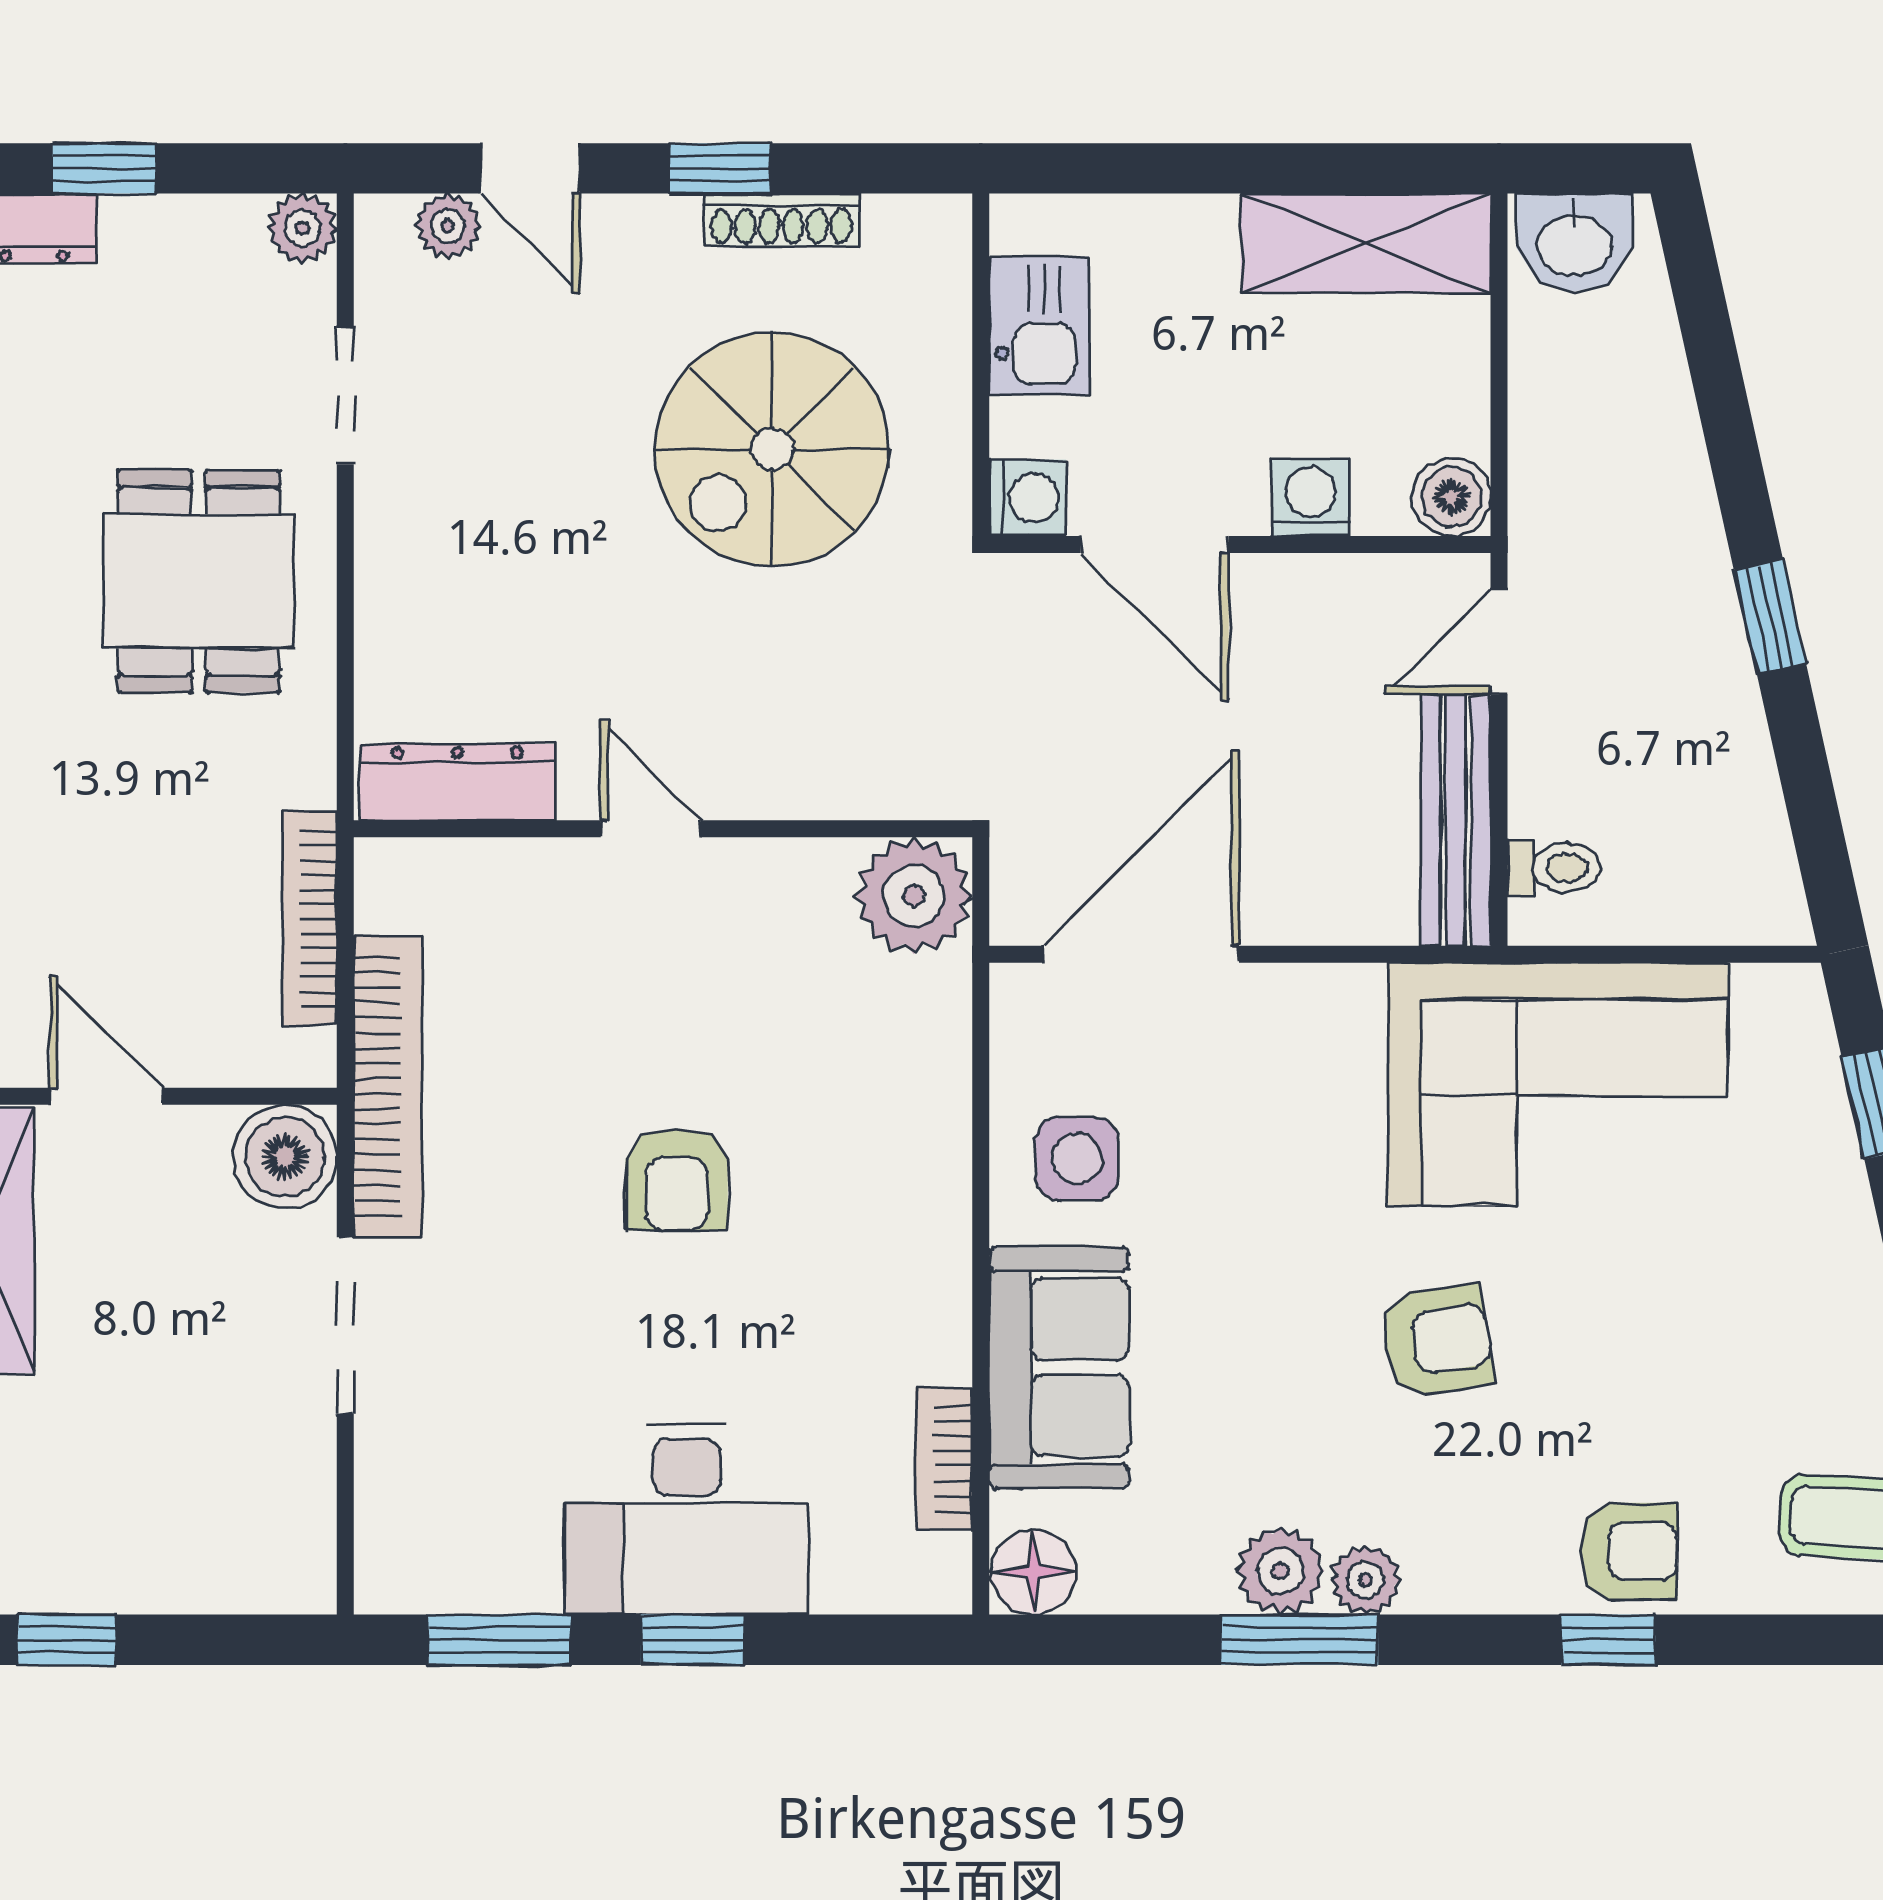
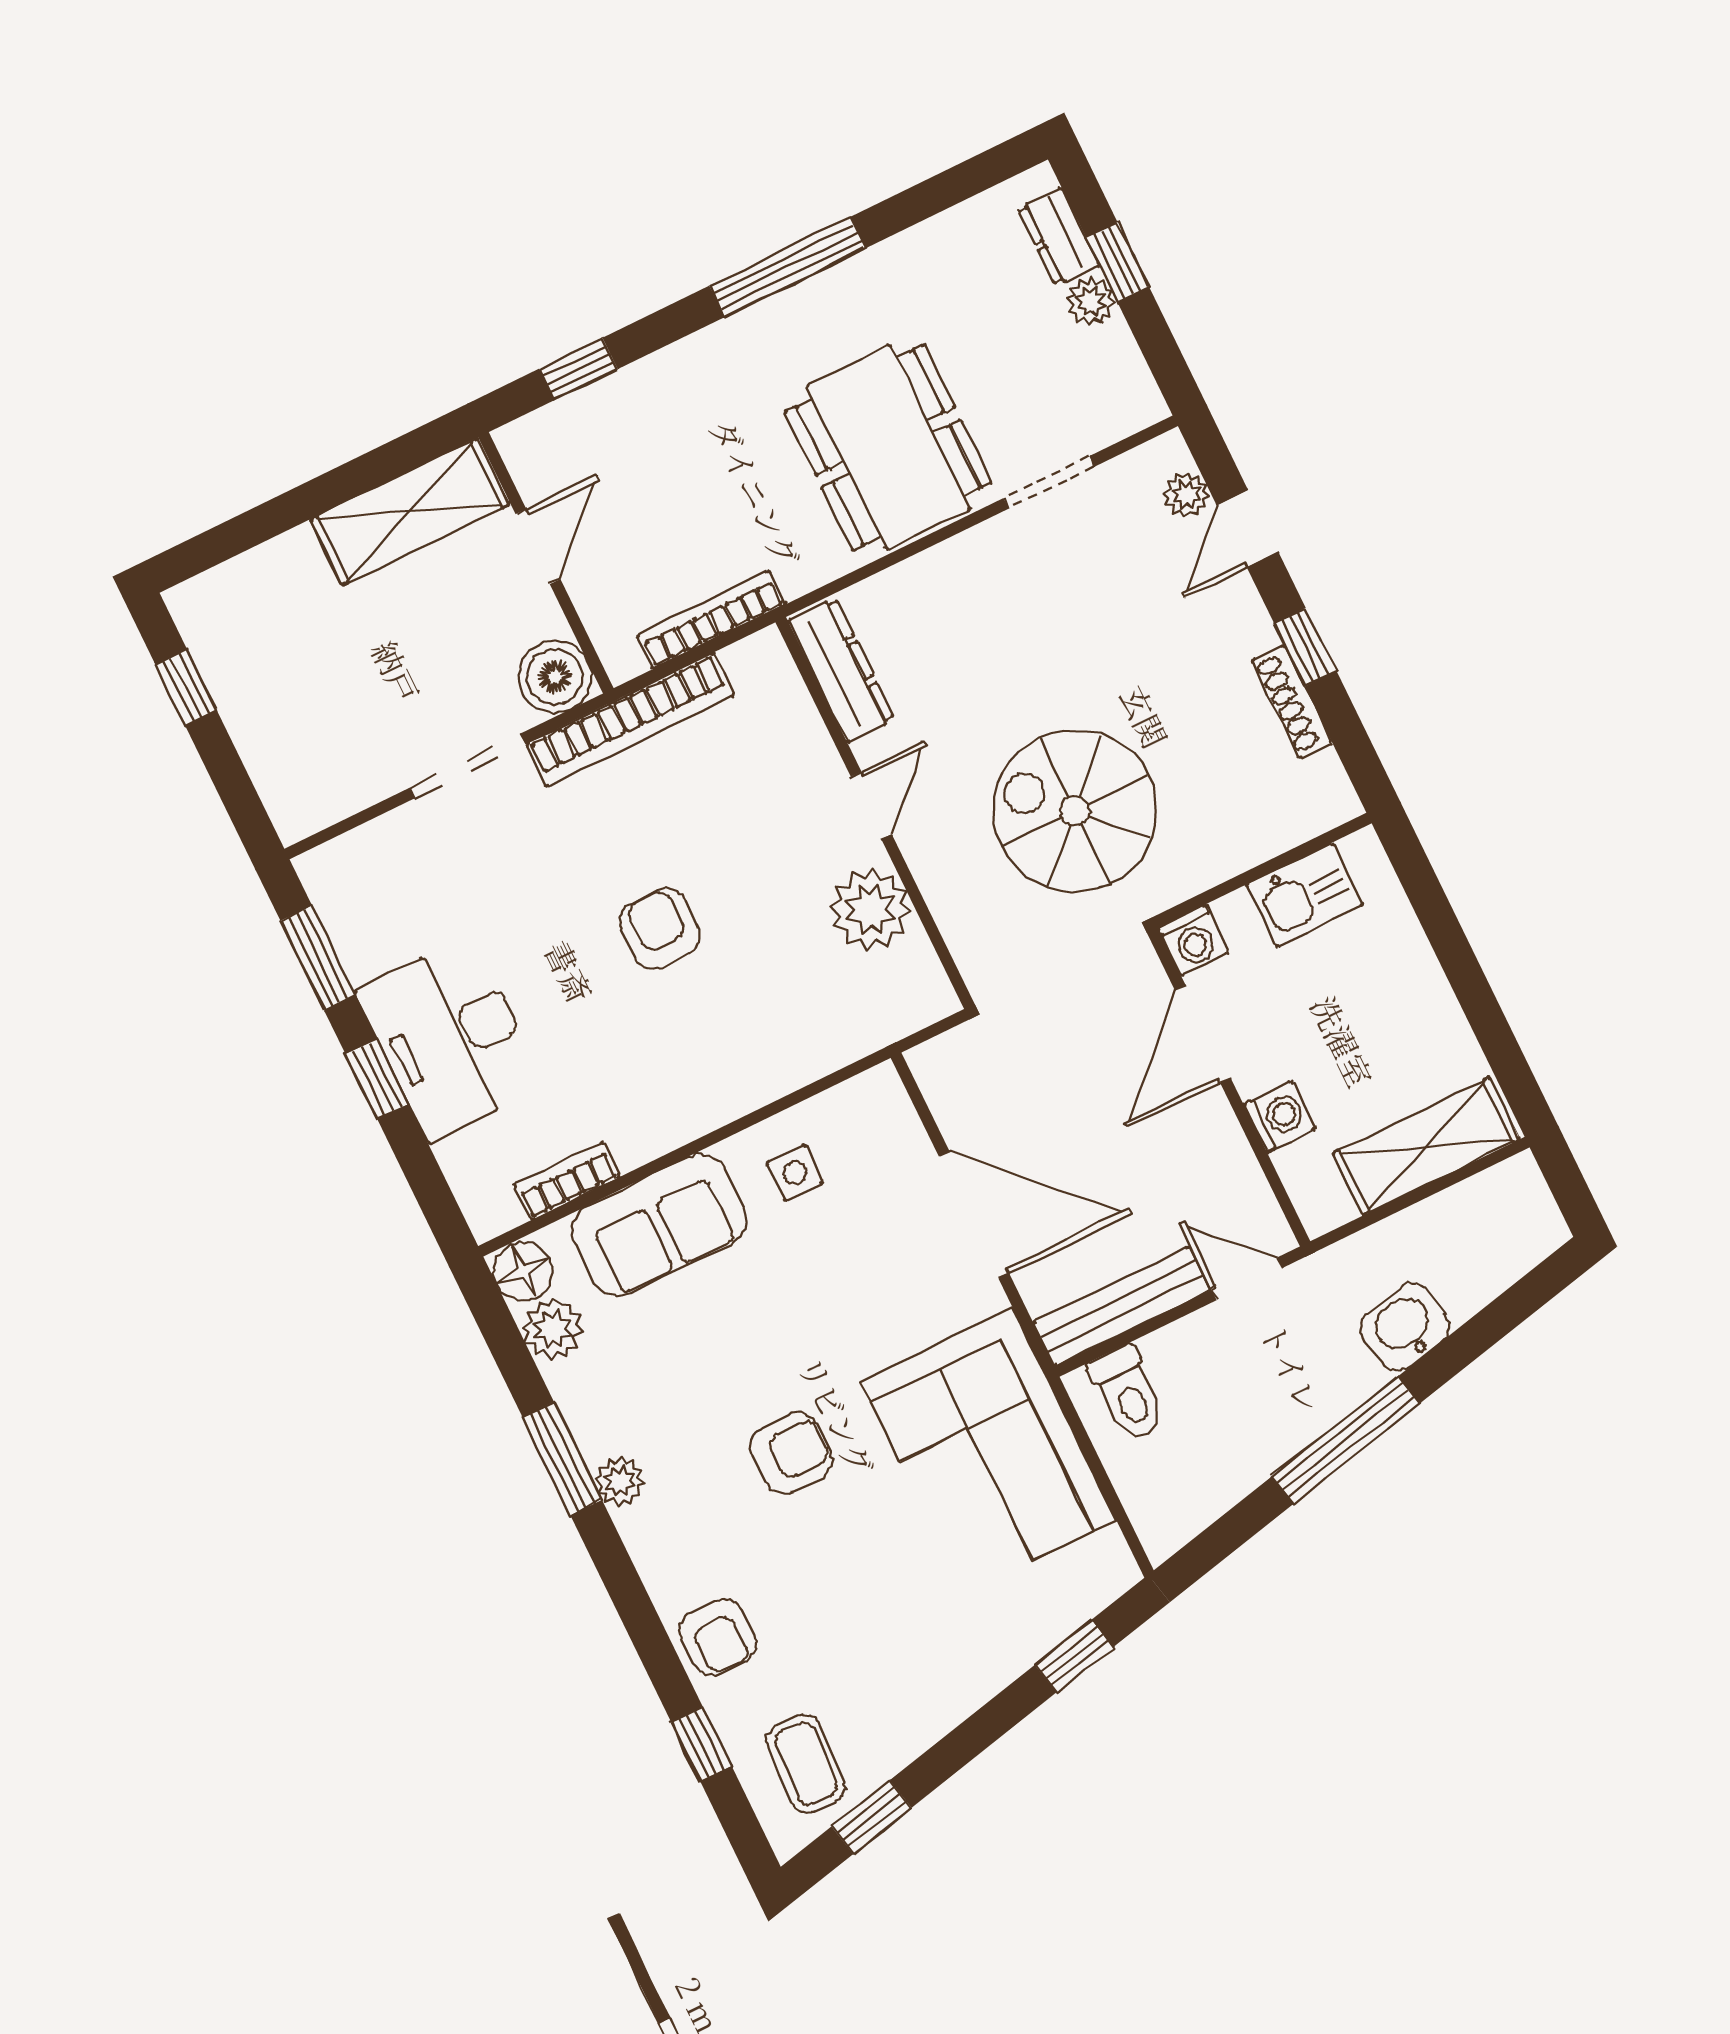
plant: (302, 228) -> (1090, 301), moved
washbasin: (1574, 242) -> (1405, 1327), moved, turned 78
shelving: (1366, 243) -> (1426, 1146), moved, turned 90
spiral stairs: (772, 449) -> (1075, 811), moved
boiler: (1452, 497) -> (1323, 1205), removed
dining table: (199, 581) -> (888, 447), width x1.38
window: (1770, 616) -> (1345, 1440), width x2.17
toilet: (1554, 868) -> (1128, 1393), width x1.37, depth x1.39
plant: (914, 896) -> (870, 909), moved
door: (1141, 954) -> (974, 1215), moved
side table: (1077, 1159) -> (795, 1173), width x0.73, depth x0.73
armchair: (677, 1180) -> (660, 929), turned 90
armchair: (1437, 1340) -> (791, 1453), turned -81
plant: (1280, 1571) -> (553, 1329), moved
window: (1608, 1640) -> (702, 1744), moved

